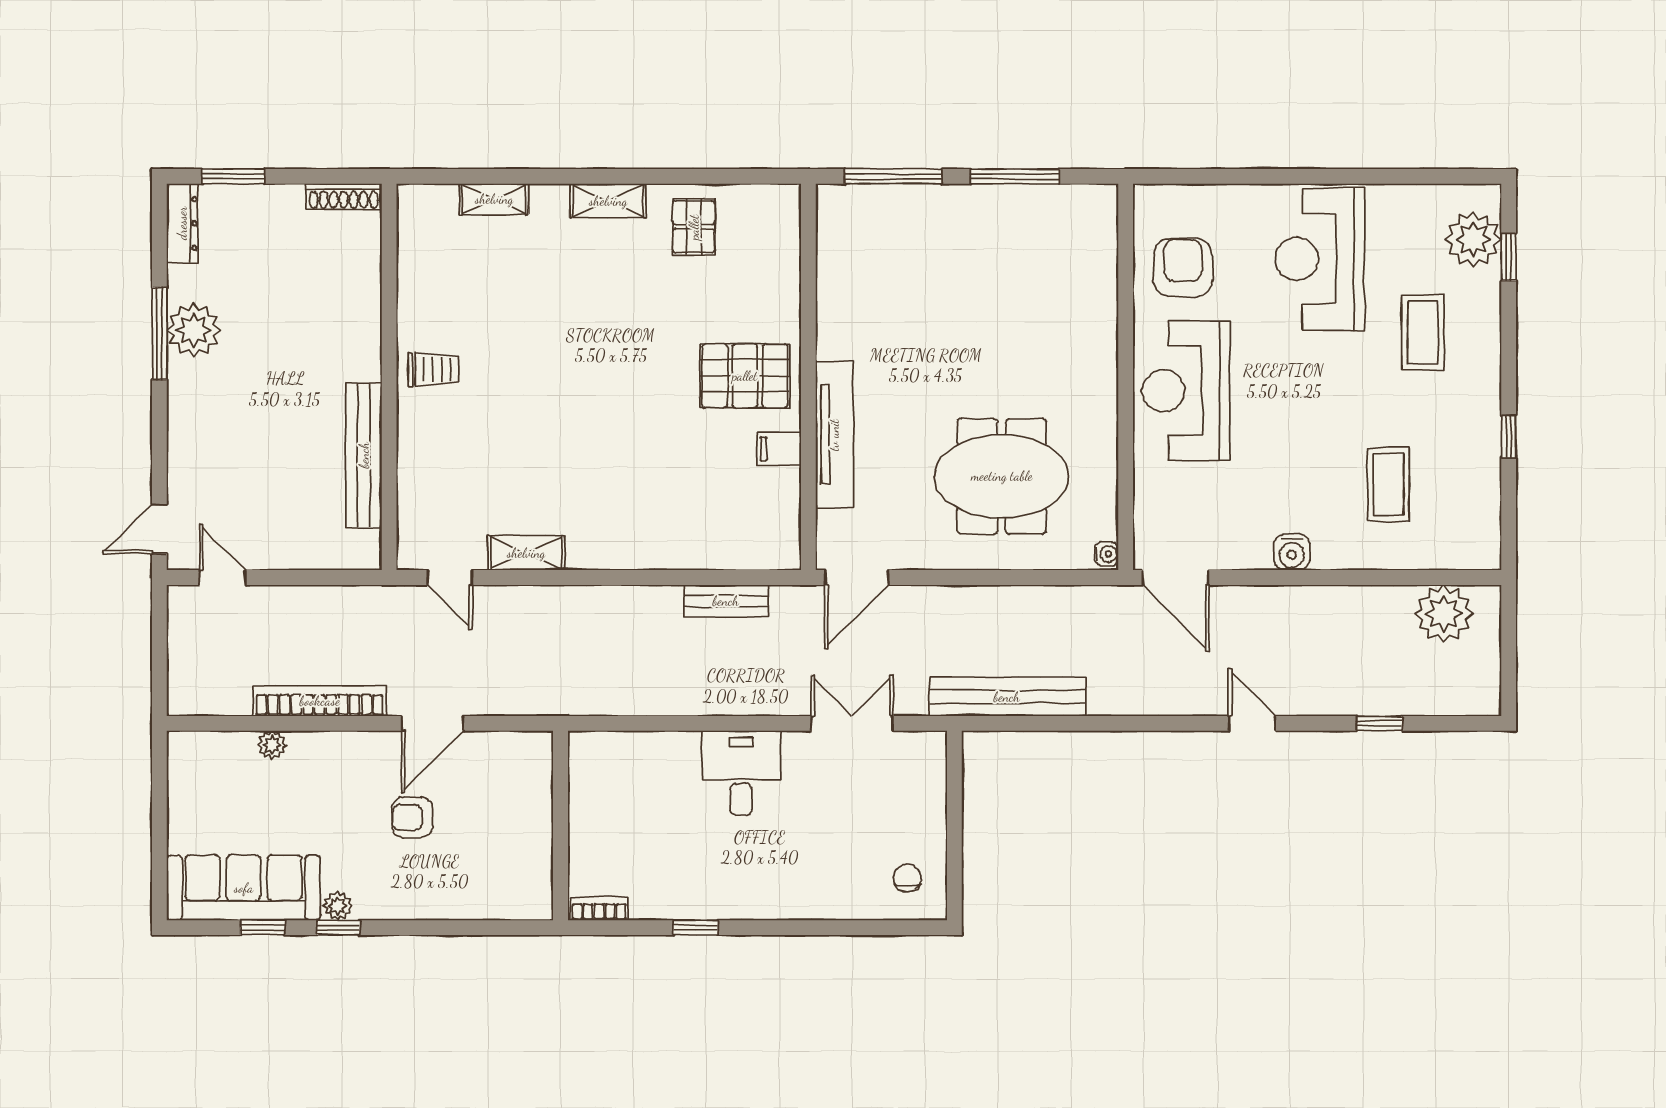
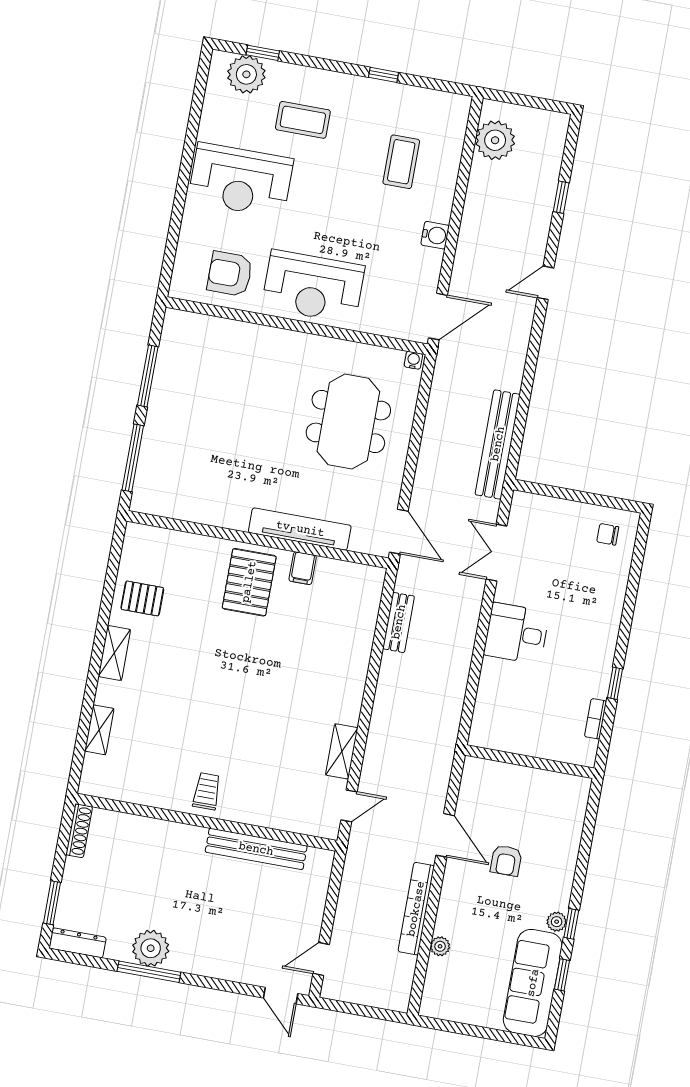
coffee table: (1388, 484) -> (401, 162), turned 90
bookcase: (599, 909) -> (595, 719), moved

